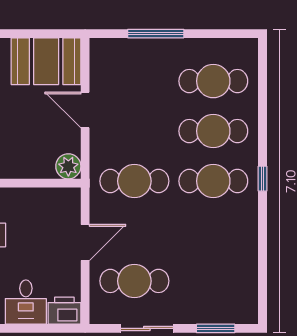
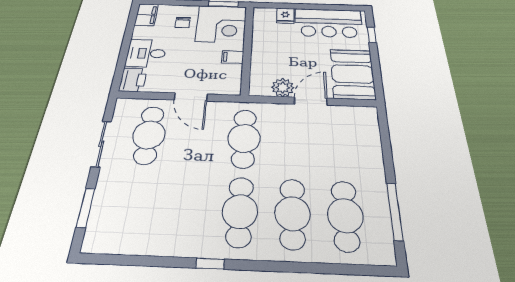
window: (156, 34) -> (395, 211), moved
plant: (68, 166) -> (283, 88), moved
window: (263, 179) -> (210, 264), moved
filing cabinet: (27, 200) -> (233, 57), added

